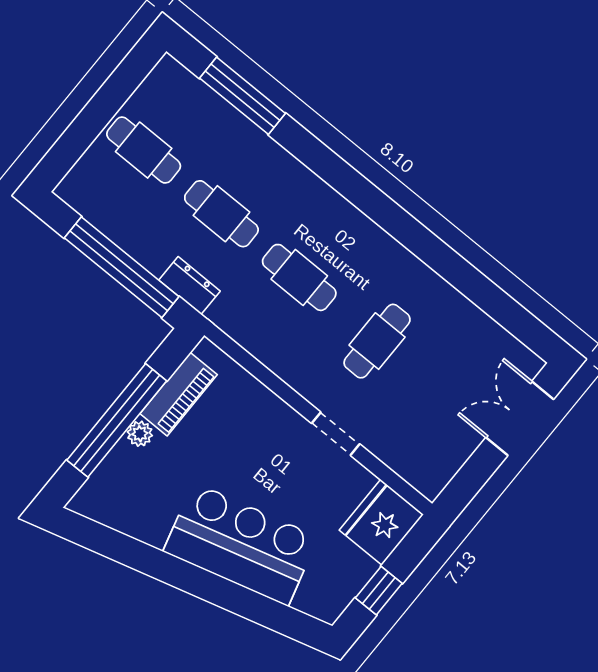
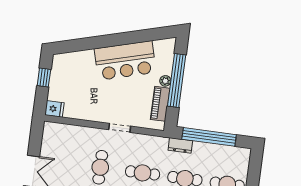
doorway: (336, 434) -> (120, 128), moved
fridge: (381, 522) -> (54, 109), width x0.53, depth x0.75
bar counter: (241, 544) -> (125, 61), moved

